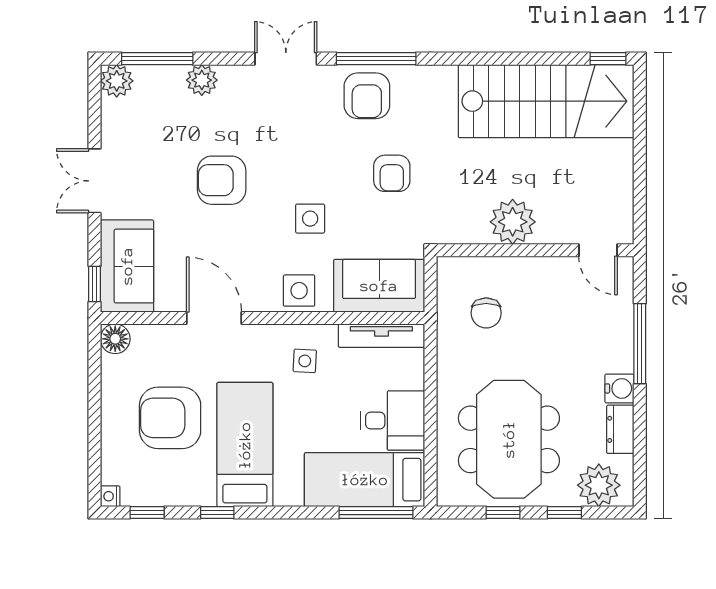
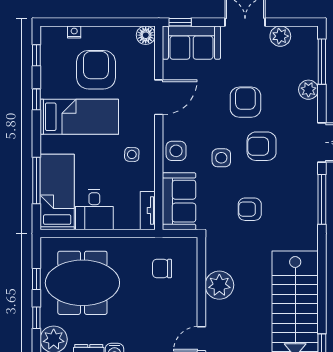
plant: (117, 81) -> (280, 36), moved
armchair: (367, 96) -> (262, 146), moved
tv unit: (381, 336) -> (148, 211), width x0.71
nightstand: (110, 496) -> (74, 32), moved
window: (376, 513) -> (36, 180), moved

